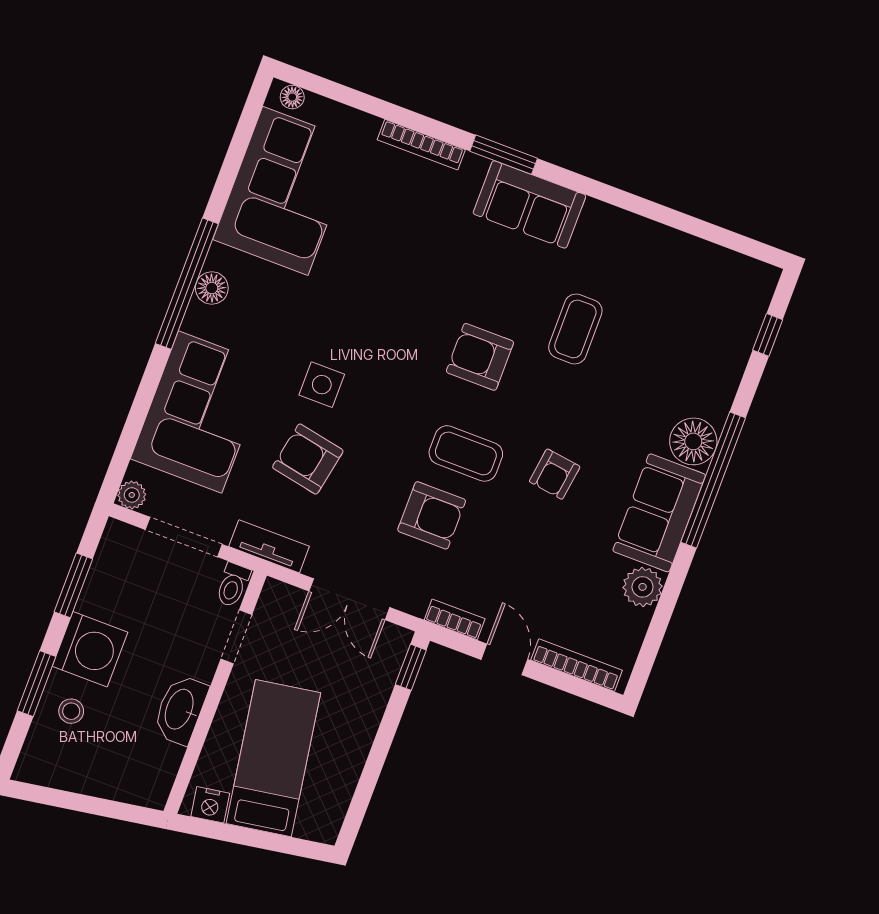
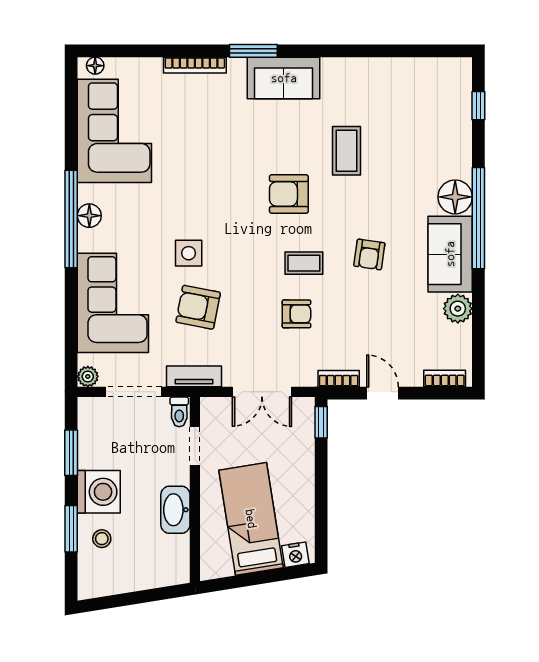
coffee table: (466, 453) -> (304, 263), width x0.73, depth x0.77
armchair: (432, 515) -> (296, 314), width x0.72, depth x0.72
bookcase: (577, 665) -> (445, 378), width x0.64
nightstand: (210, 805) -> (295, 555), moved

